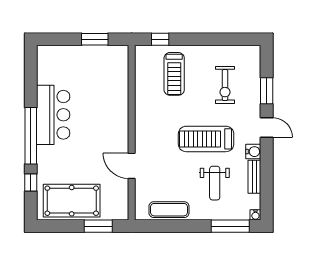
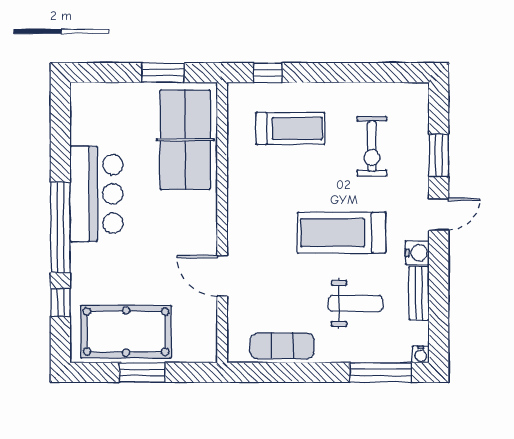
treadmill: (174, 74) -> (290, 128), turned -90
table tennis table: (109, 81) -> (185, 140), added
door: (267, 128) -> (439, 214), hinge flipped
weight bench: (215, 183) -> (355, 303), turned -90
window: (98, 226) -> (142, 372), moved

